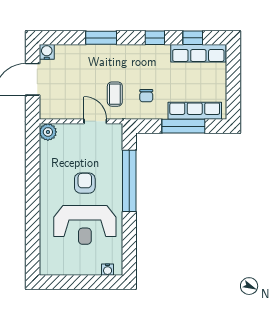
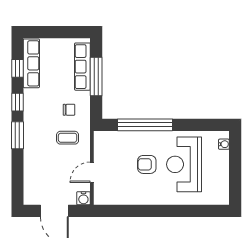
window: (101, 38) -> (17, 135), moved
water cooler: (47, 52) -> (83, 198), moved, turned -90
door: (95, 121) -> (92, 172), moved
plant: (48, 132) -> (101, 197), removed
reception desk: (85, 225) -> (184, 164), turned 180

